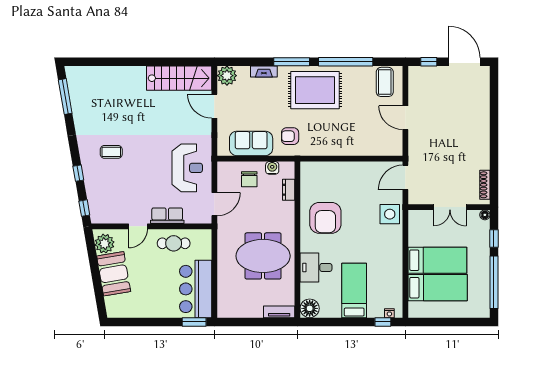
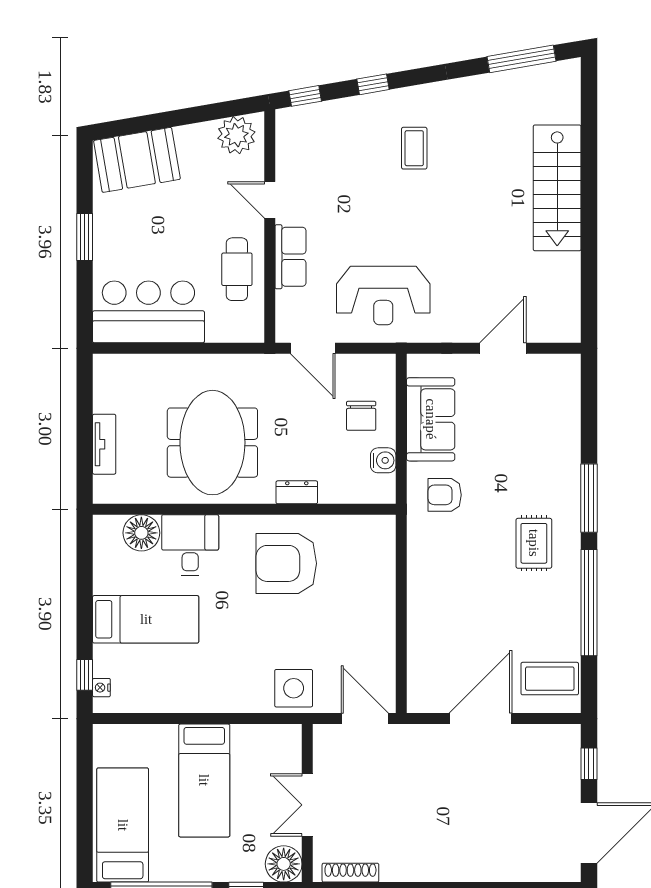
fireplace: (264, 72) -> (570, 444), removed
plant: (227, 76) -> (562, 373), removed
stairs: (179, 78) -> (557, 188), moved
rug: (315, 90) -> (534, 543), width x0.54, depth x0.49
door: (405, 118) -> (481, 719), width x1.36
armchair: (290, 136) -> (445, 495), turned -90
chair: (249, 179) -> (361, 416), turned -90
dresser: (289, 190) -> (297, 492), moved
floor lamp: (485, 215) -> (284, 864), width x1.89, depth x1.89
booth: (114, 274) -> (137, 160), moved
bed: (438, 288) -> (123, 825), moved, turned 180
floor lamp: (310, 308) -> (141, 533), moved
tv unit: (279, 312) -> (104, 444), moved
window: (194, 322) -> (85, 237), moved

